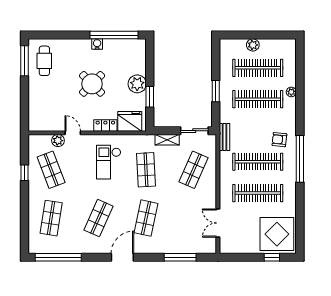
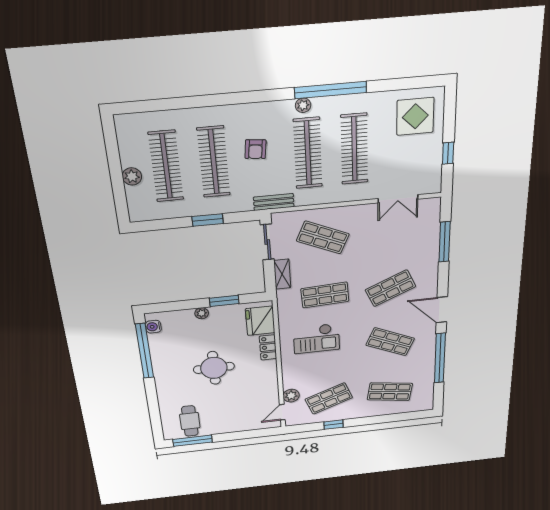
water cooler: (97, 44) -> (153, 327), moved
cafe table: (44, 61) -> (190, 421), turned 90
round table: (92, 84) -> (214, 368), turned 45
plant: (137, 84) -> (202, 313), width x0.53, depth x0.53
plant: (291, 92) -> (303, 105), moved
door: (73, 133) -> (282, 412), moved
armchair: (279, 140) -> (255, 149), moved
window: (300, 159) -> (331, 90), moved
shop shelf: (146, 218) -> (390, 288), turned -36
display table: (277, 234) -> (415, 116), width x0.73, depth x0.73
window: (58, 257) -> (440, 358), moved
window: (272, 257) -> (448, 153), moved

